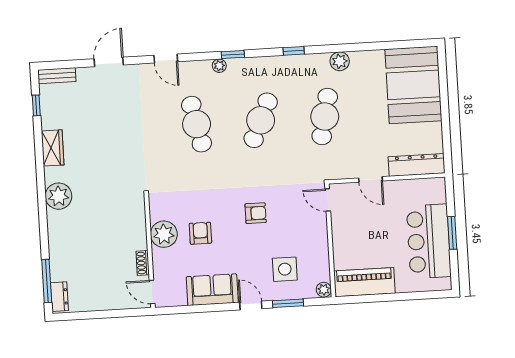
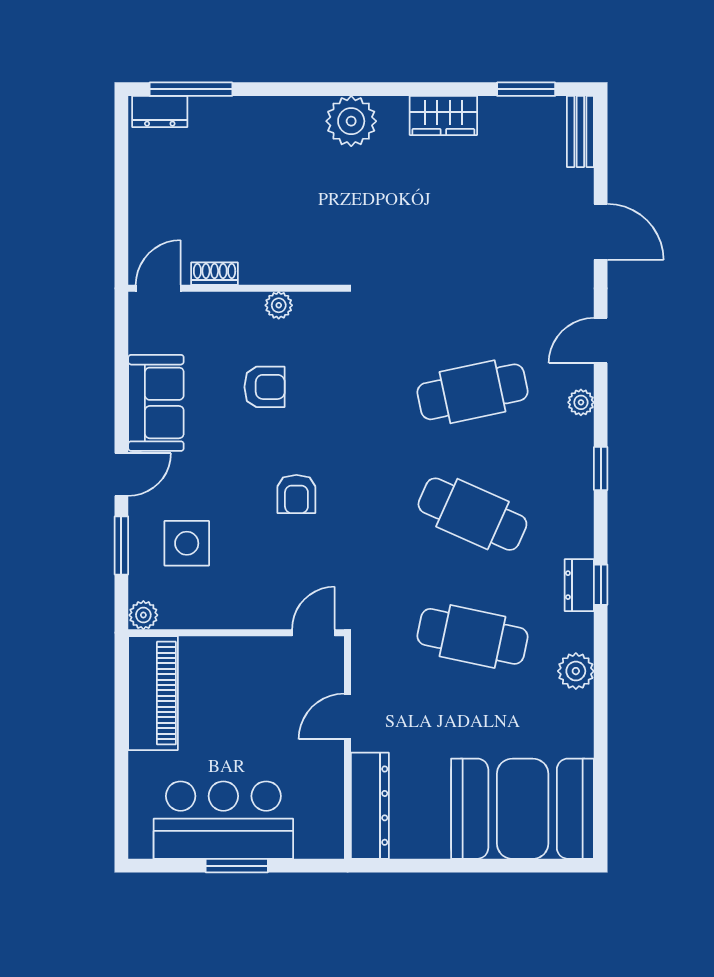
dresser: (295, 62) -> (579, 585), added
plant: (219, 66) -> (581, 402), moved
window: (36, 105) -> (526, 89), width x1.50
plant: (164, 234) -> (279, 305), width x0.53, depth x0.53

